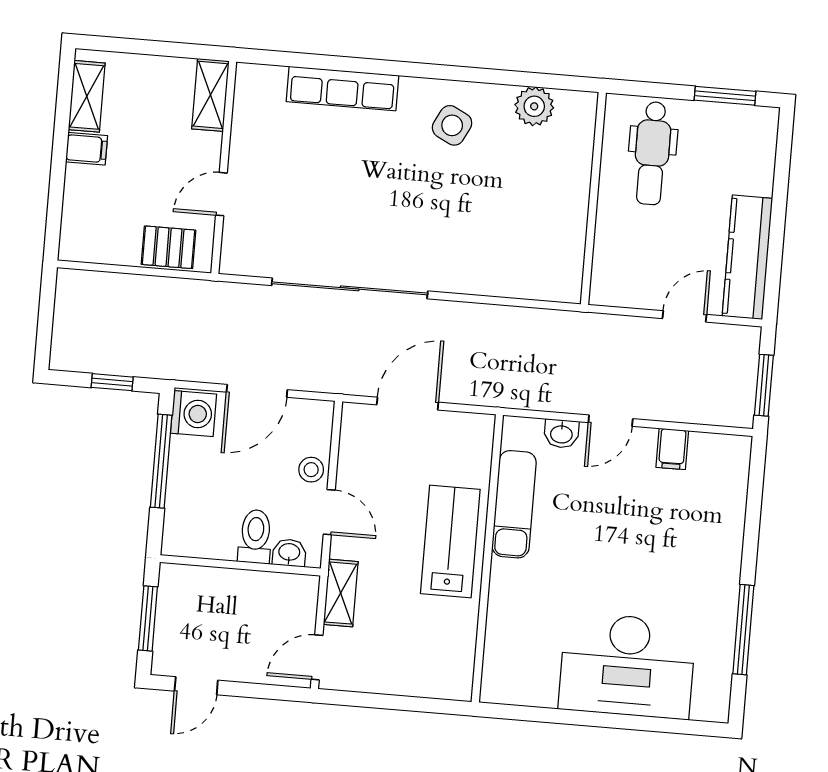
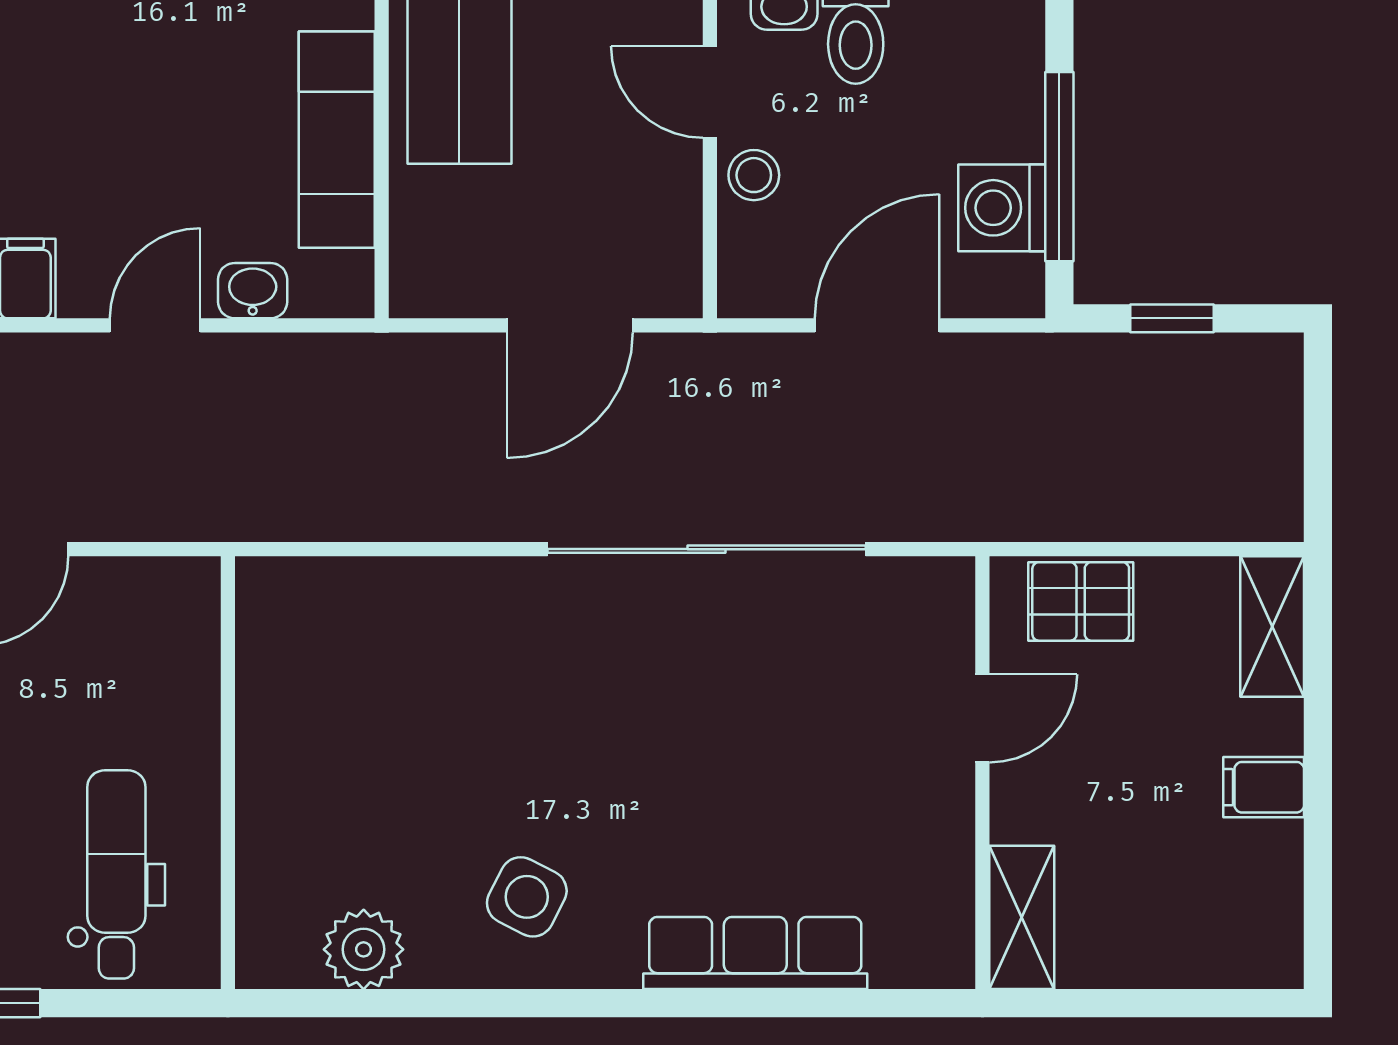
shelving: (87, 96) -> (1272, 626), moved
washing machine: (193, 414) -> (1002, 208), moved

